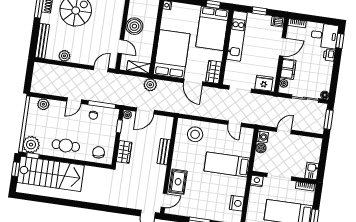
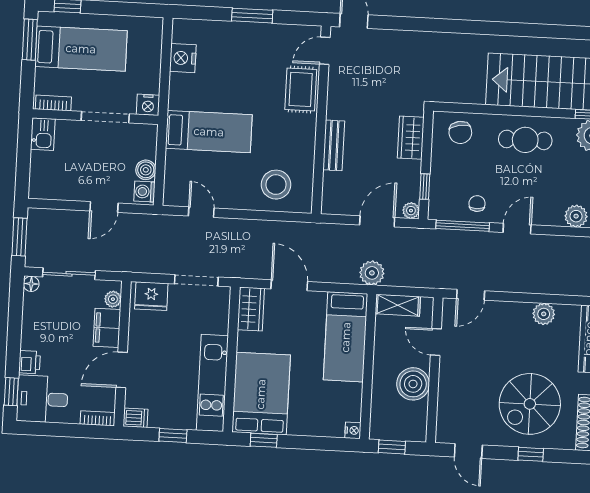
bed: (172, 54) -> (346, 337), width x0.67

